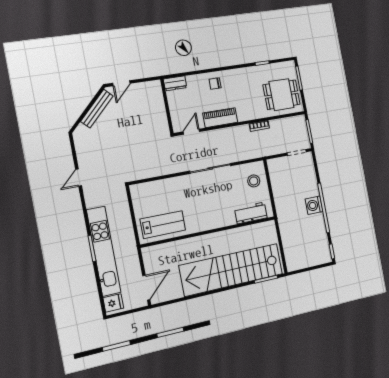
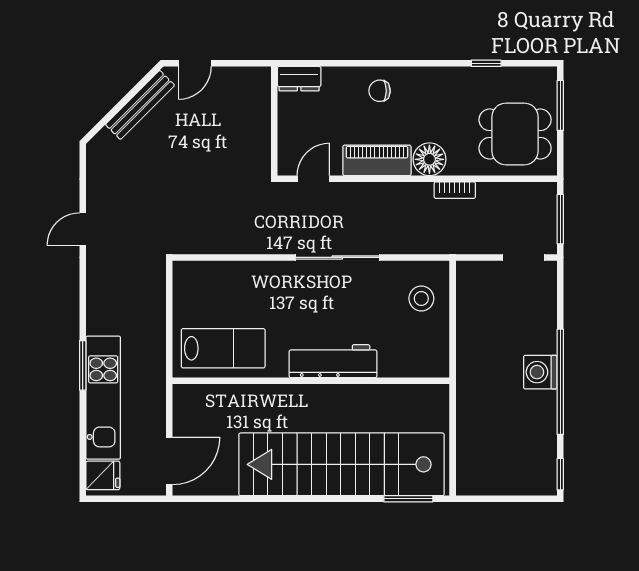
floor lamp: (245, 113) -> (429, 159), added
workbench: (251, 213) -> (333, 361), moved, width x1.38
kitchen unit: (104, 251) -> (103, 398), width x0.73

